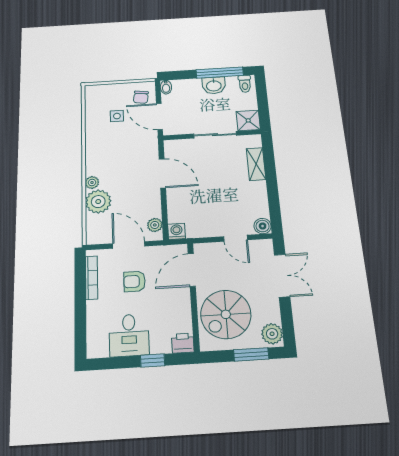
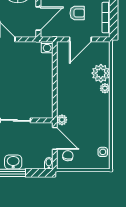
side table: (117, 116) -> (103, 152), moved
door: (162, 173) -> (55, 92), removed
plant: (155, 225) -> (62, 120), moved
door: (129, 245) -> (80, 39), hinge flipped

